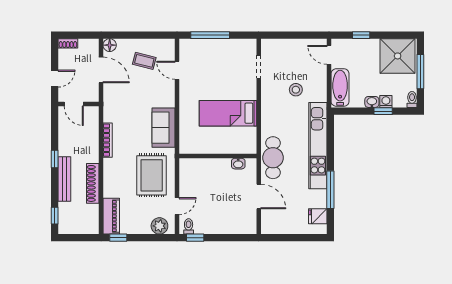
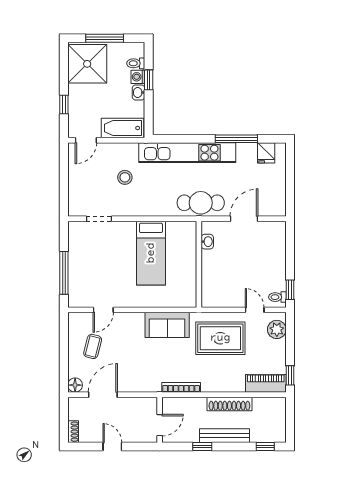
toilet: (412, 99) -> (136, 63), moved
door: (74, 104) -> (160, 425), moved
wall: (79, 104) -> (160, 420), moved

